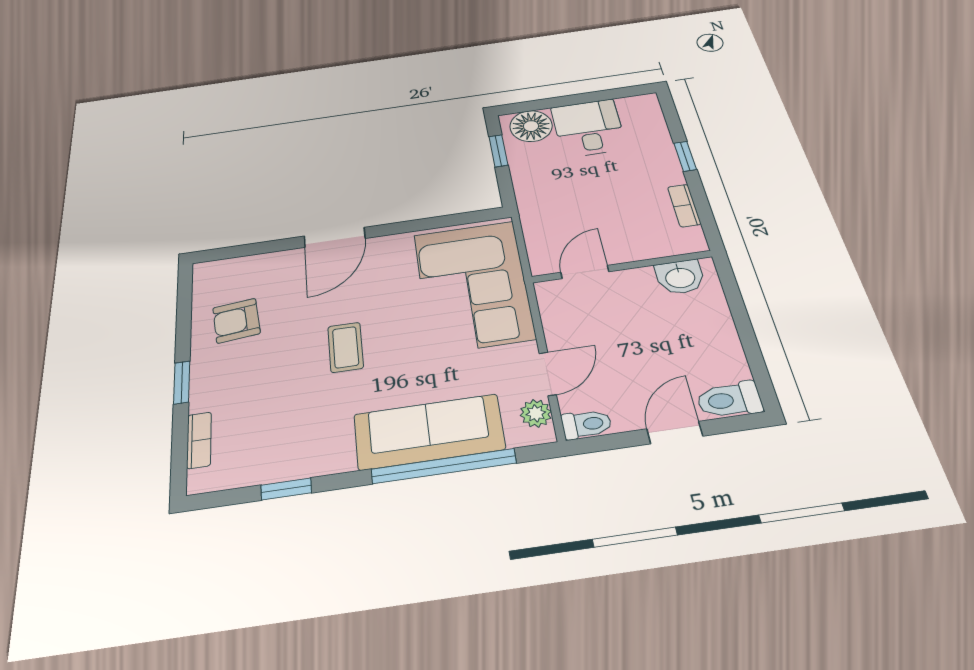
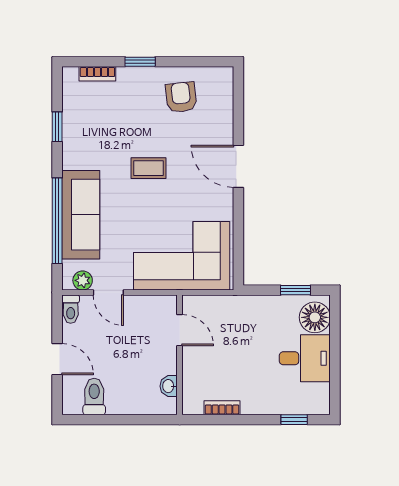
window: (685, 156) -> (294, 420), moved
washbasin: (680, 277) -> (169, 386), width x0.72, depth x0.69
toilet: (729, 400) -> (94, 396), moved

